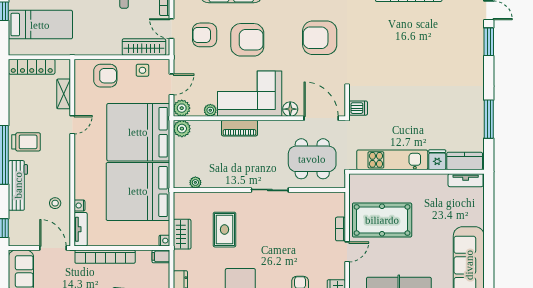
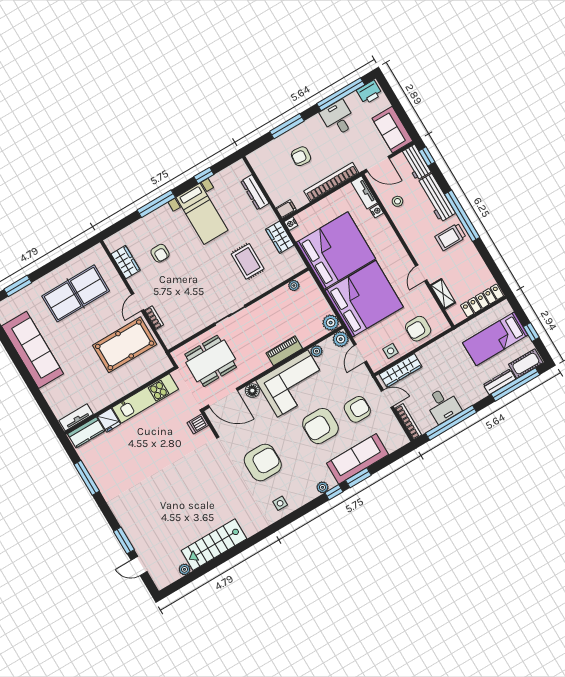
workbench: (17, 229) -> (416, 162), added

